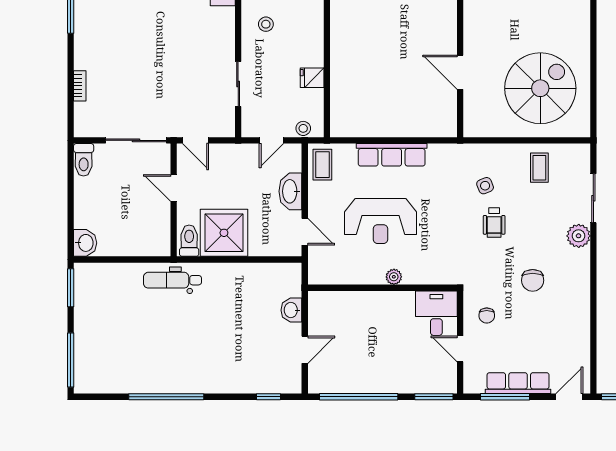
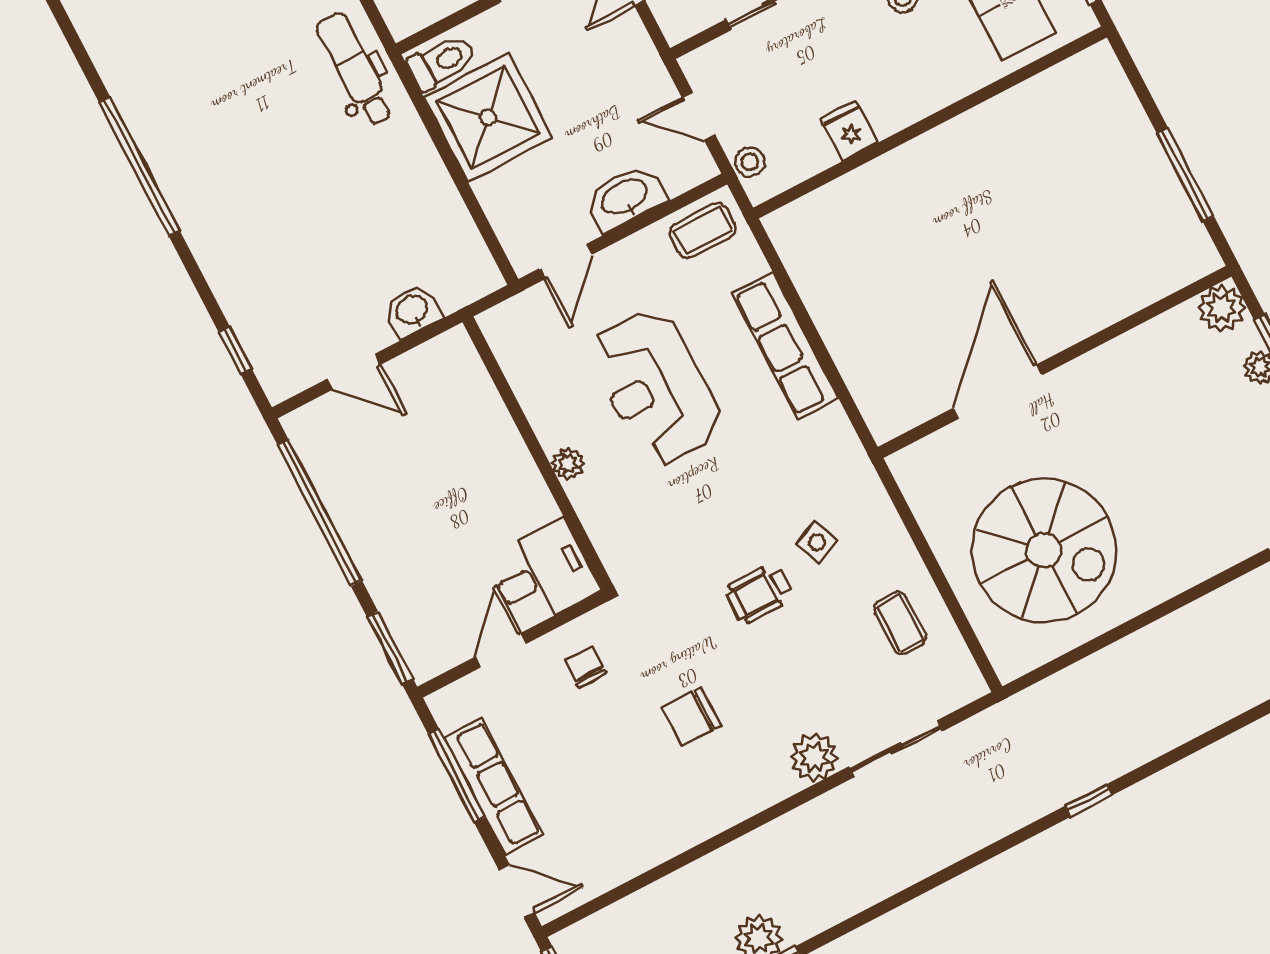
door: (460, 72) -> (998, 392), width x1.36
coffee table: (539, 168) -> (900, 623), turned 90
chair: (487, 316) -> (585, 667), turned 90

